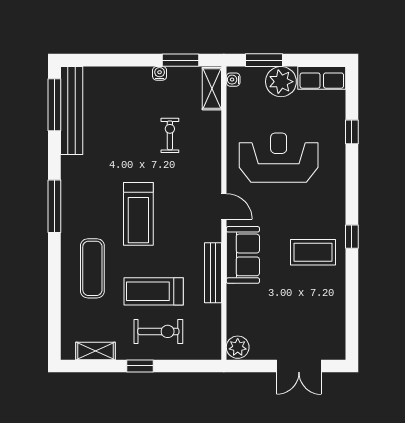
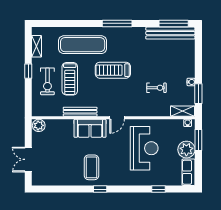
exercise mat: (92, 268) -> (83, 45), width x1.36, depth x1.45
treadmill: (154, 291) -> (70, 79), turned 180

